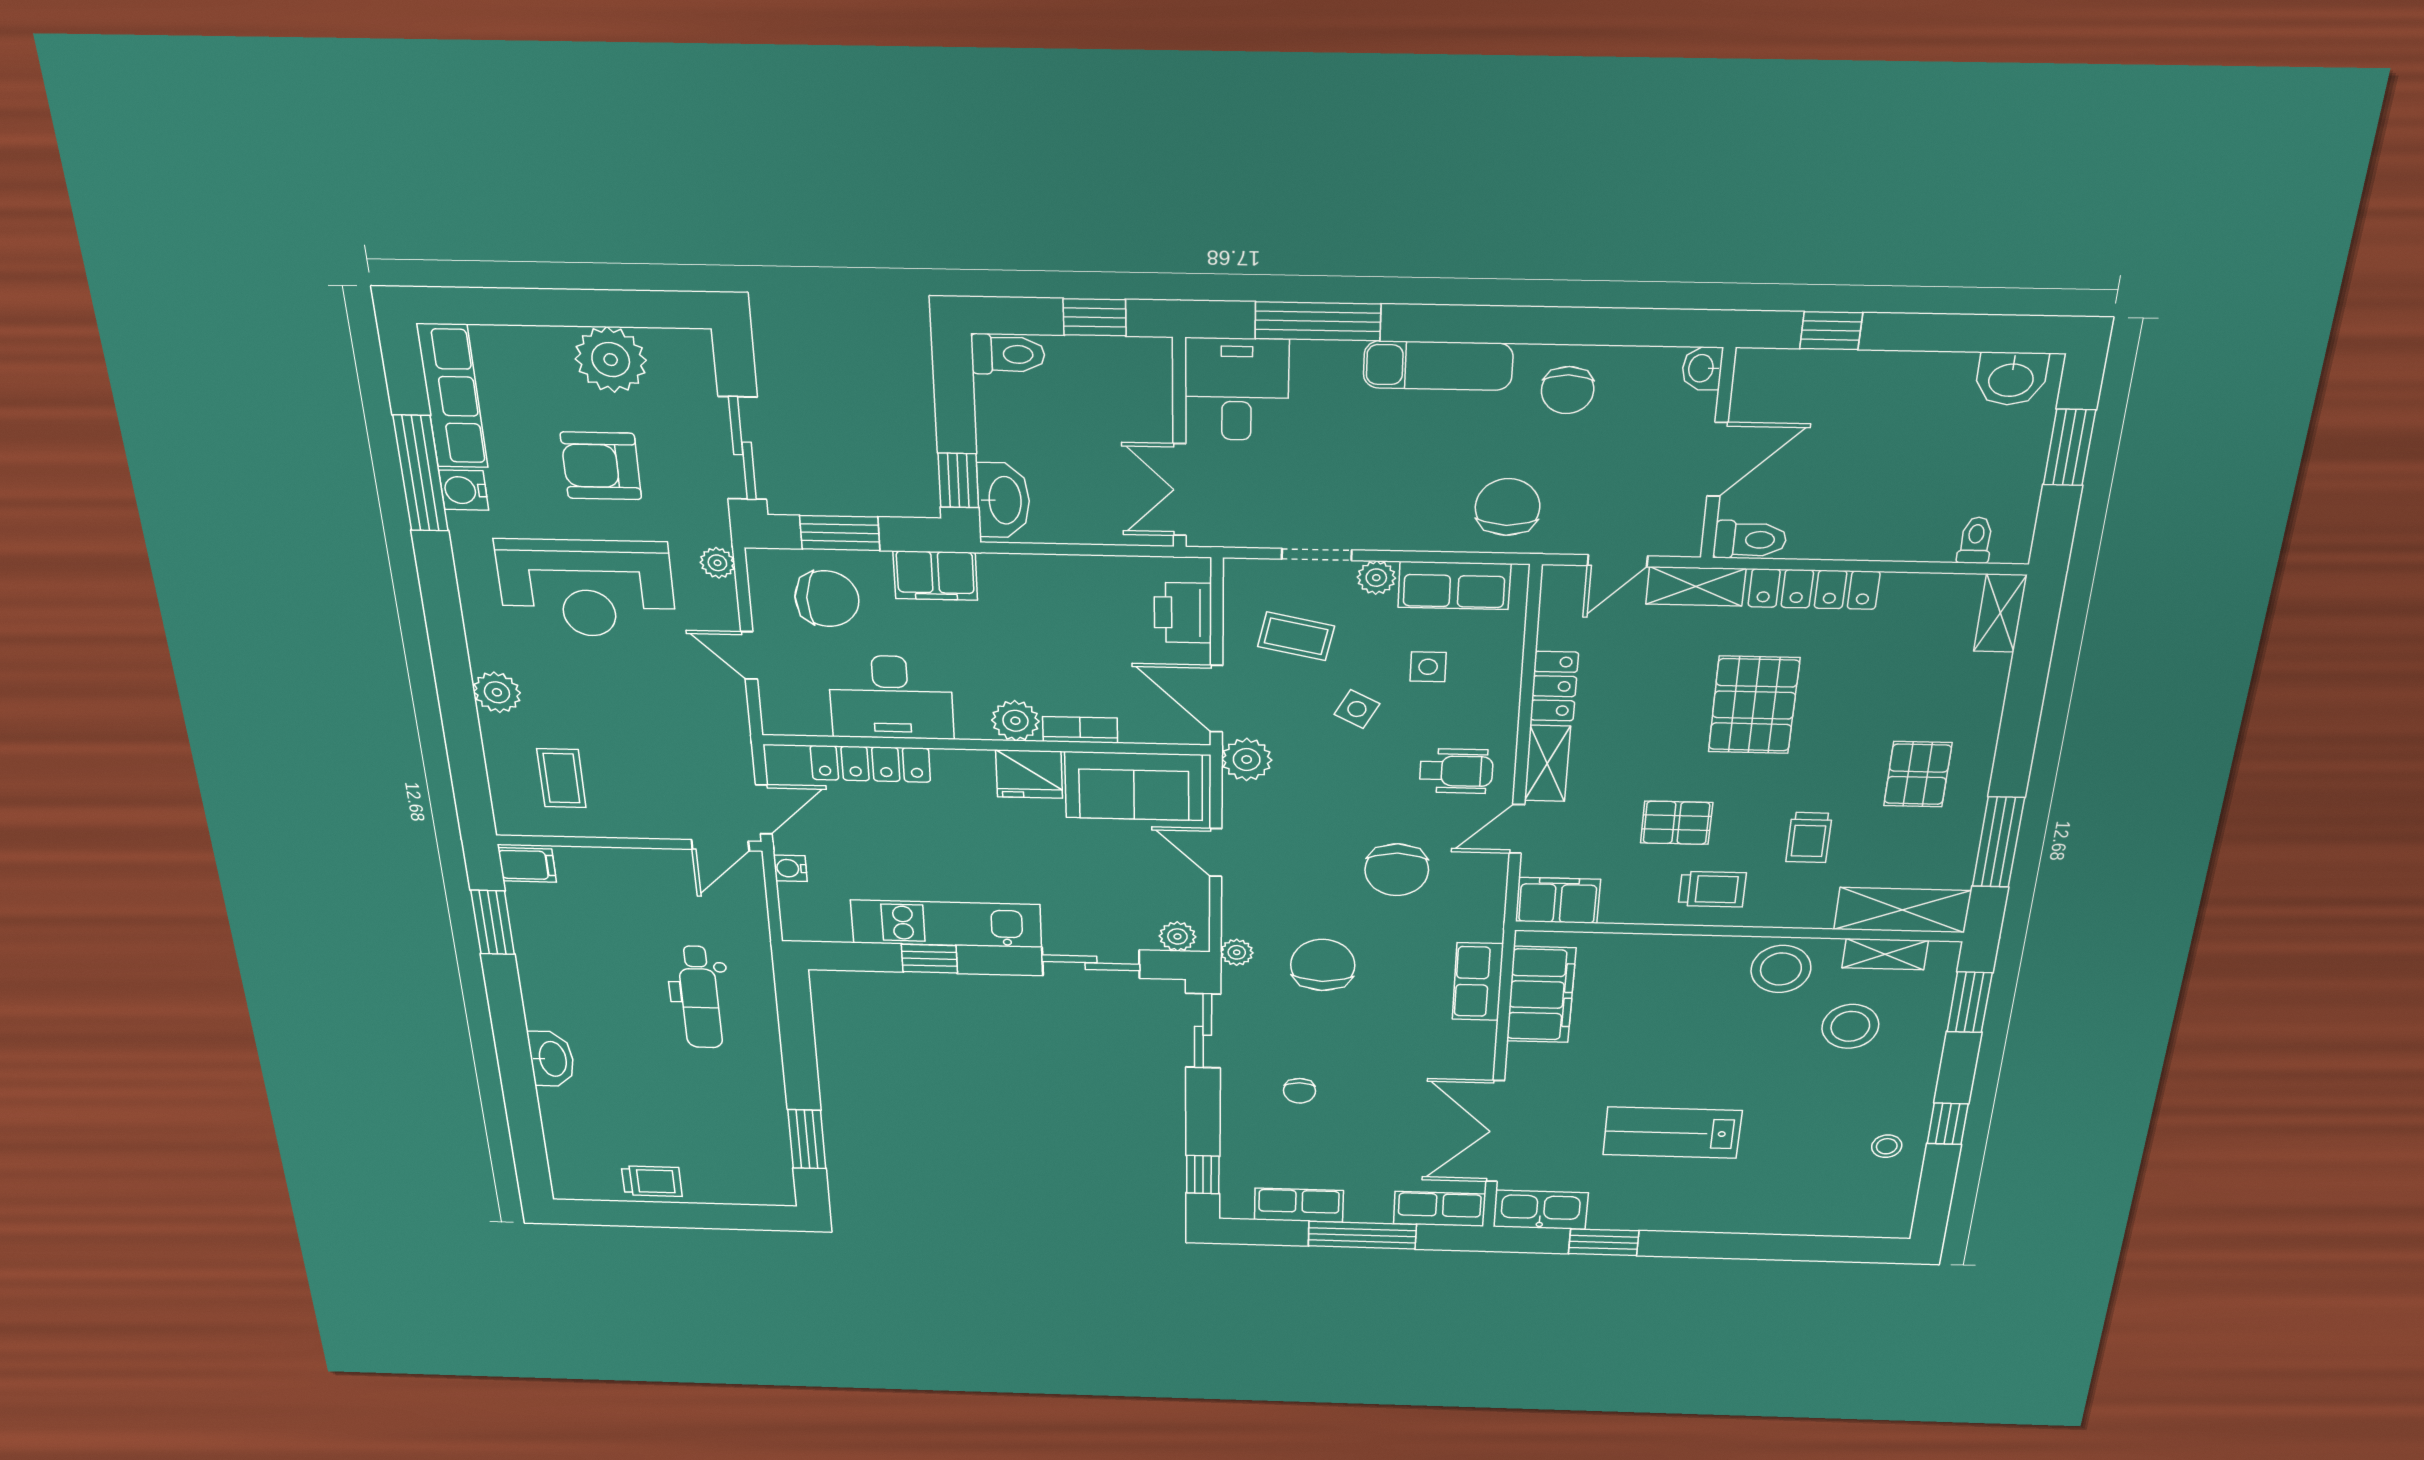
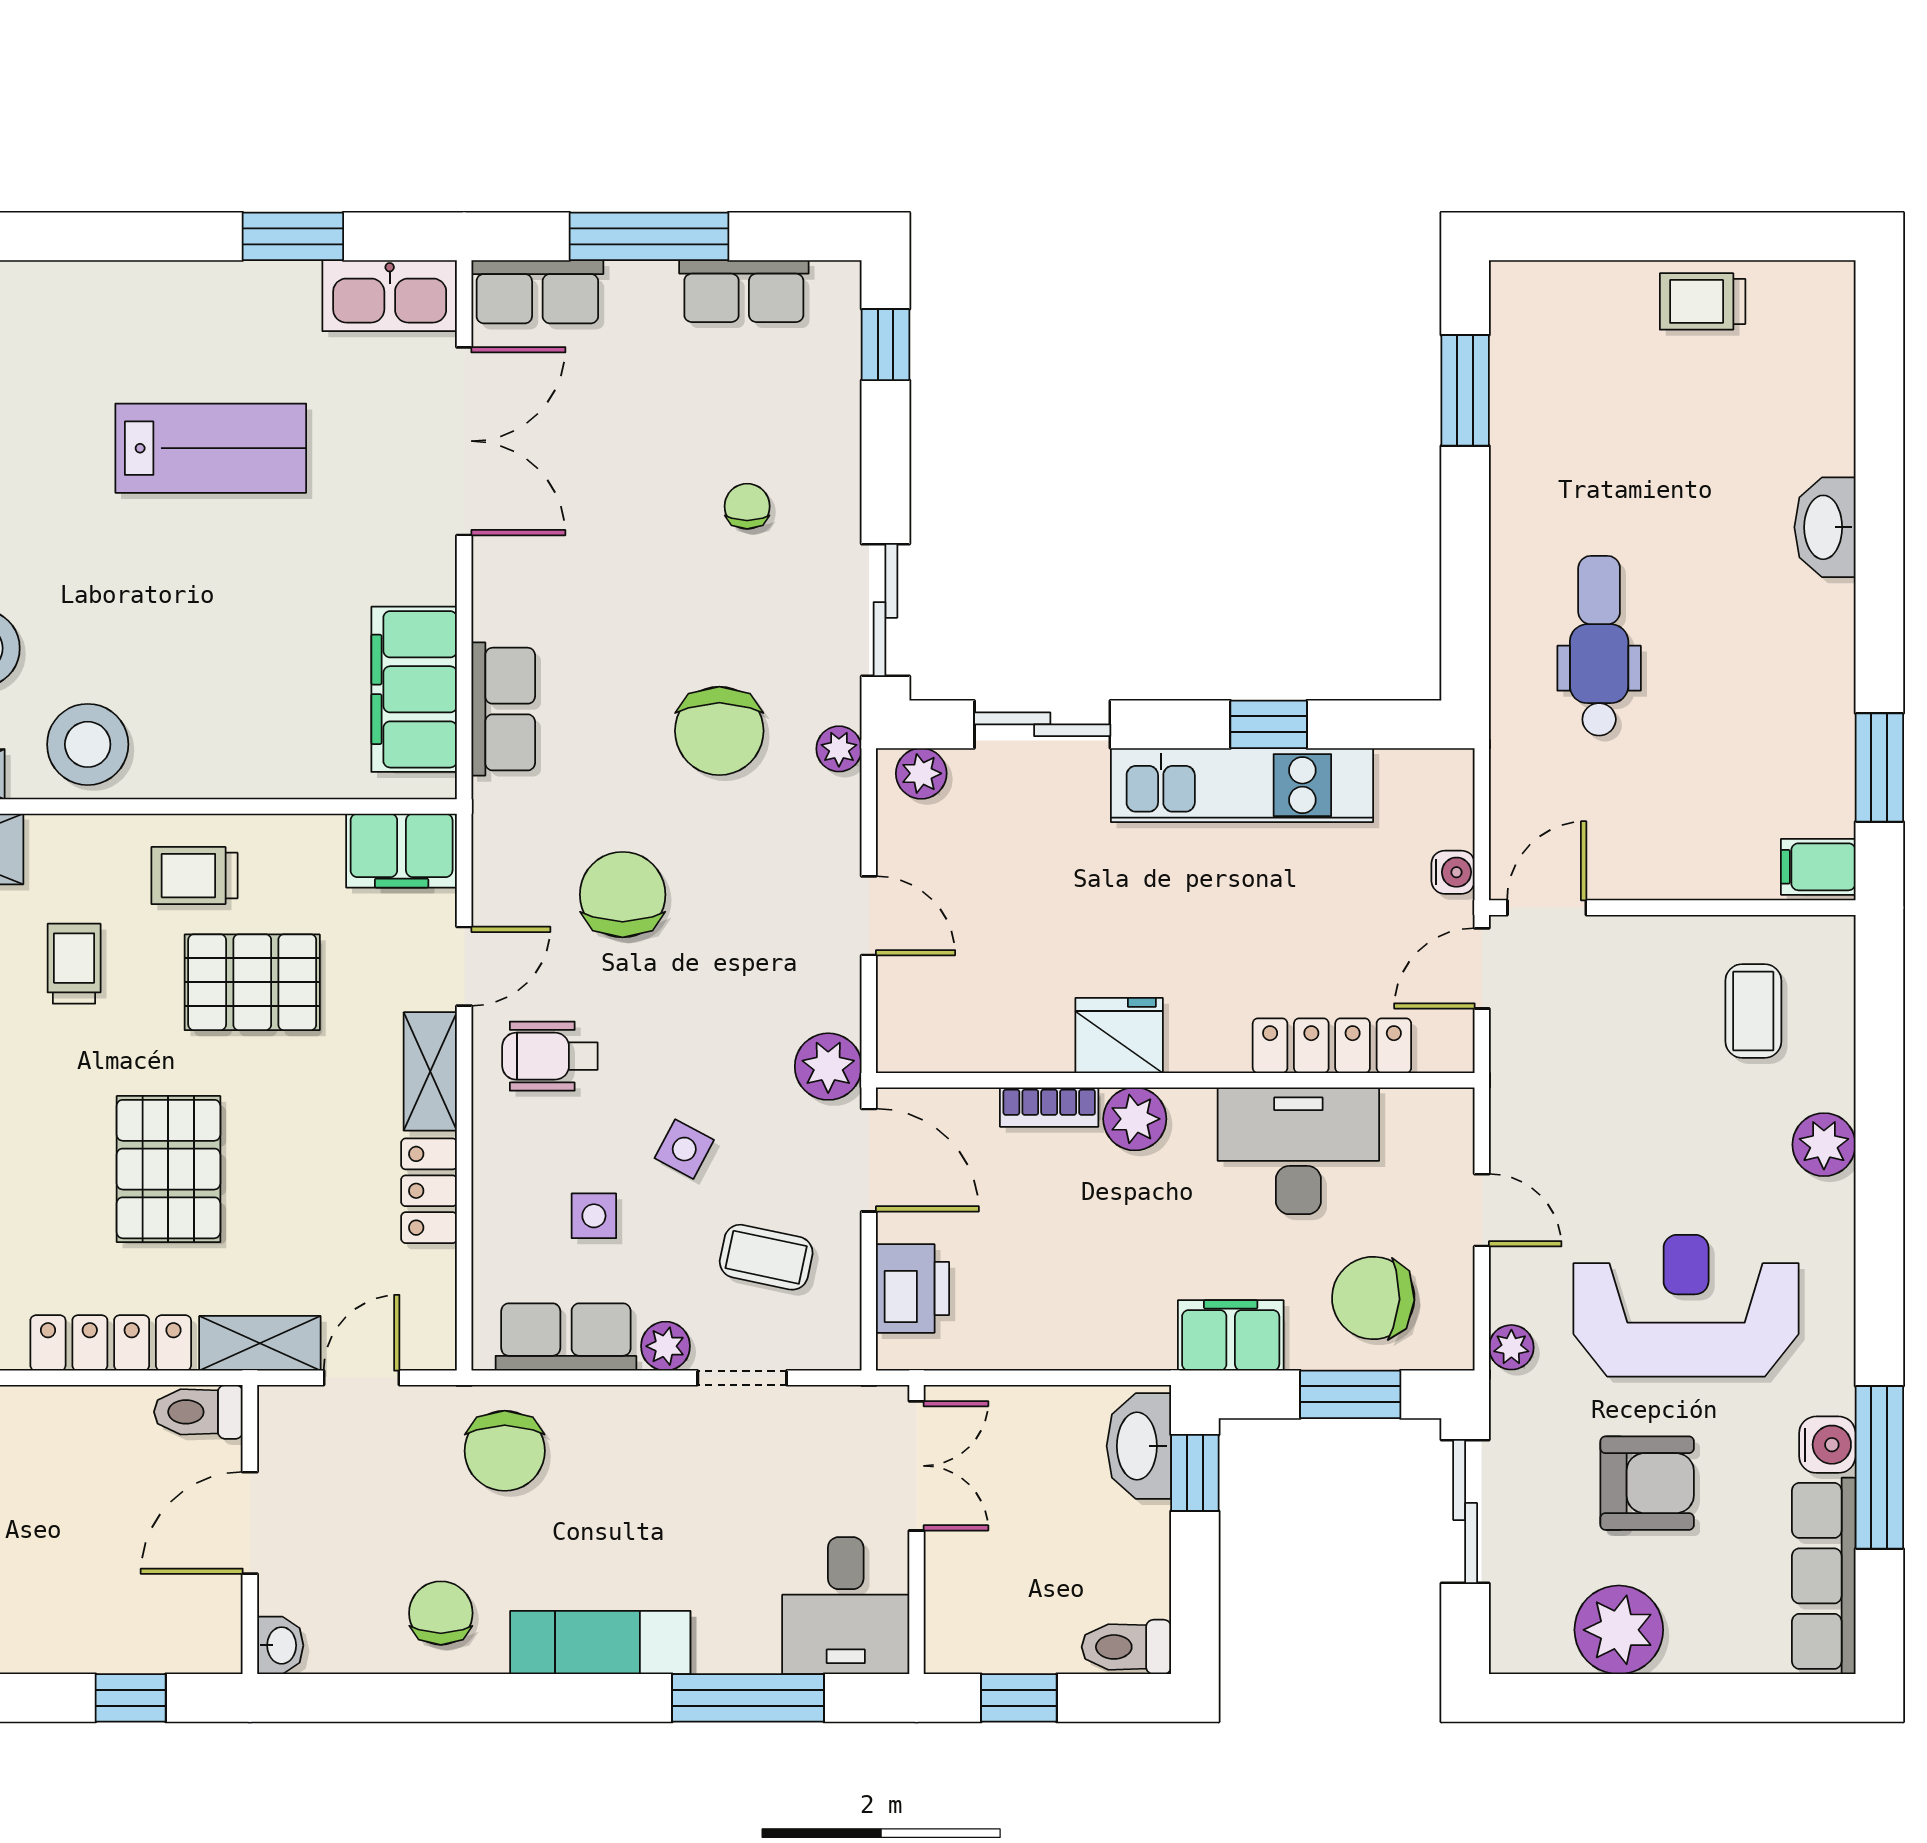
sofa: (1134, 786) -> (979, 1020), removed
pallet: (1676, 823) -> (252, 982), width x1.50, depth x1.42

